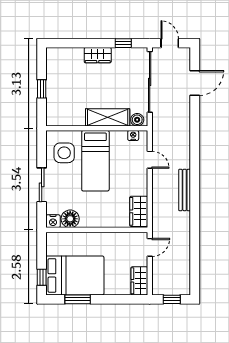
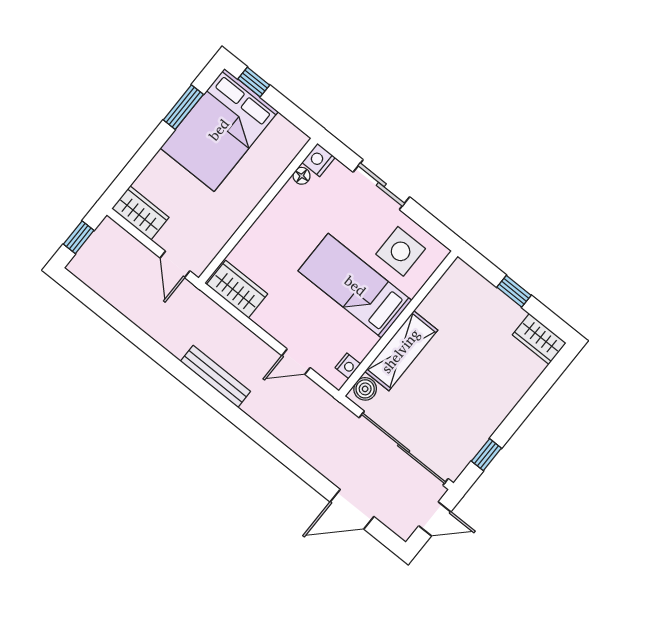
wardrobe: (98, 55) -> (539, 339), moved, turned -90
door: (195, 83) -> (352, 509), hinge flipped
floor lamp: (70, 219) -> (302, 176), width x0.53, depth x0.53

